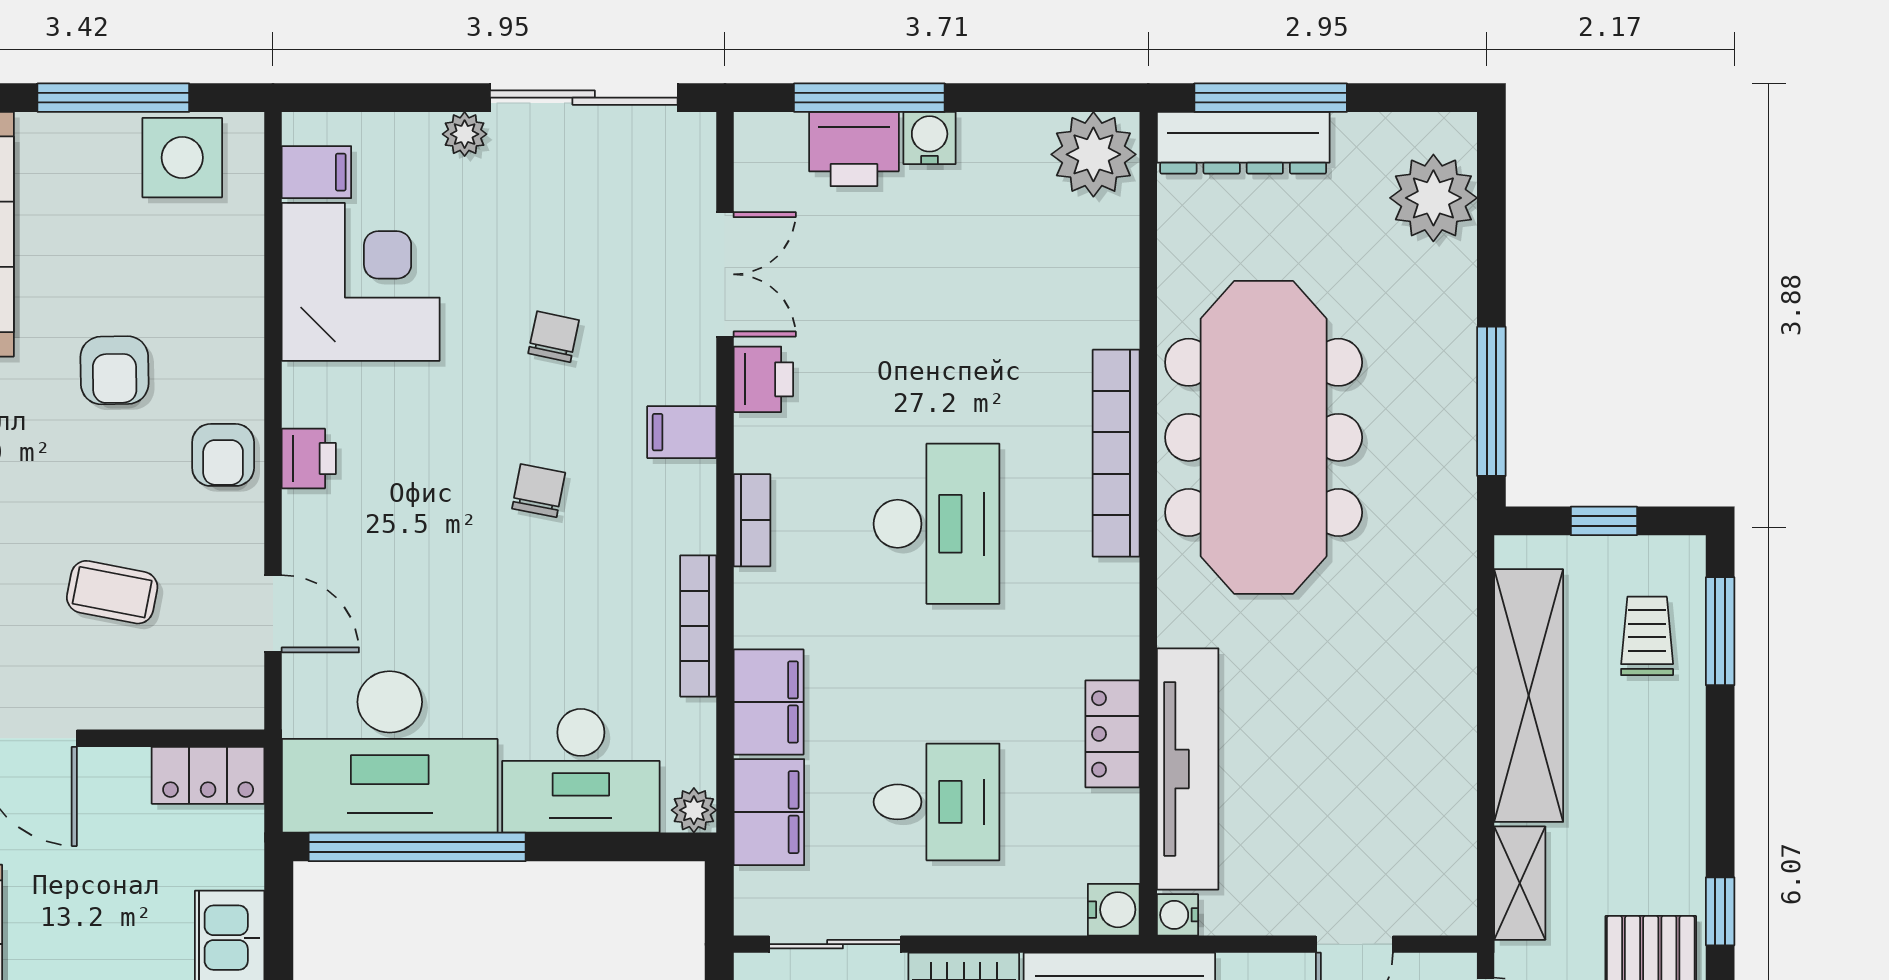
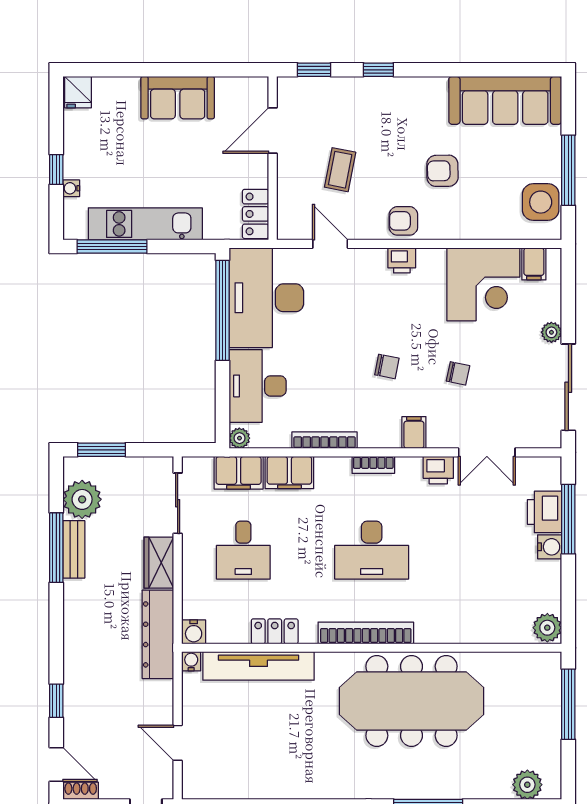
dresser: (1243, 143) -> (547, 692), removed
plant: (1093, 154) -> (547, 628), width x0.73, depth x0.73
plant: (1433, 198) -> (527, 785), width x0.73, depth x0.73
bookcase: (1116, 453) -> (366, 633), moved
door: (273, 614) -> (330, 244), swing flipped

